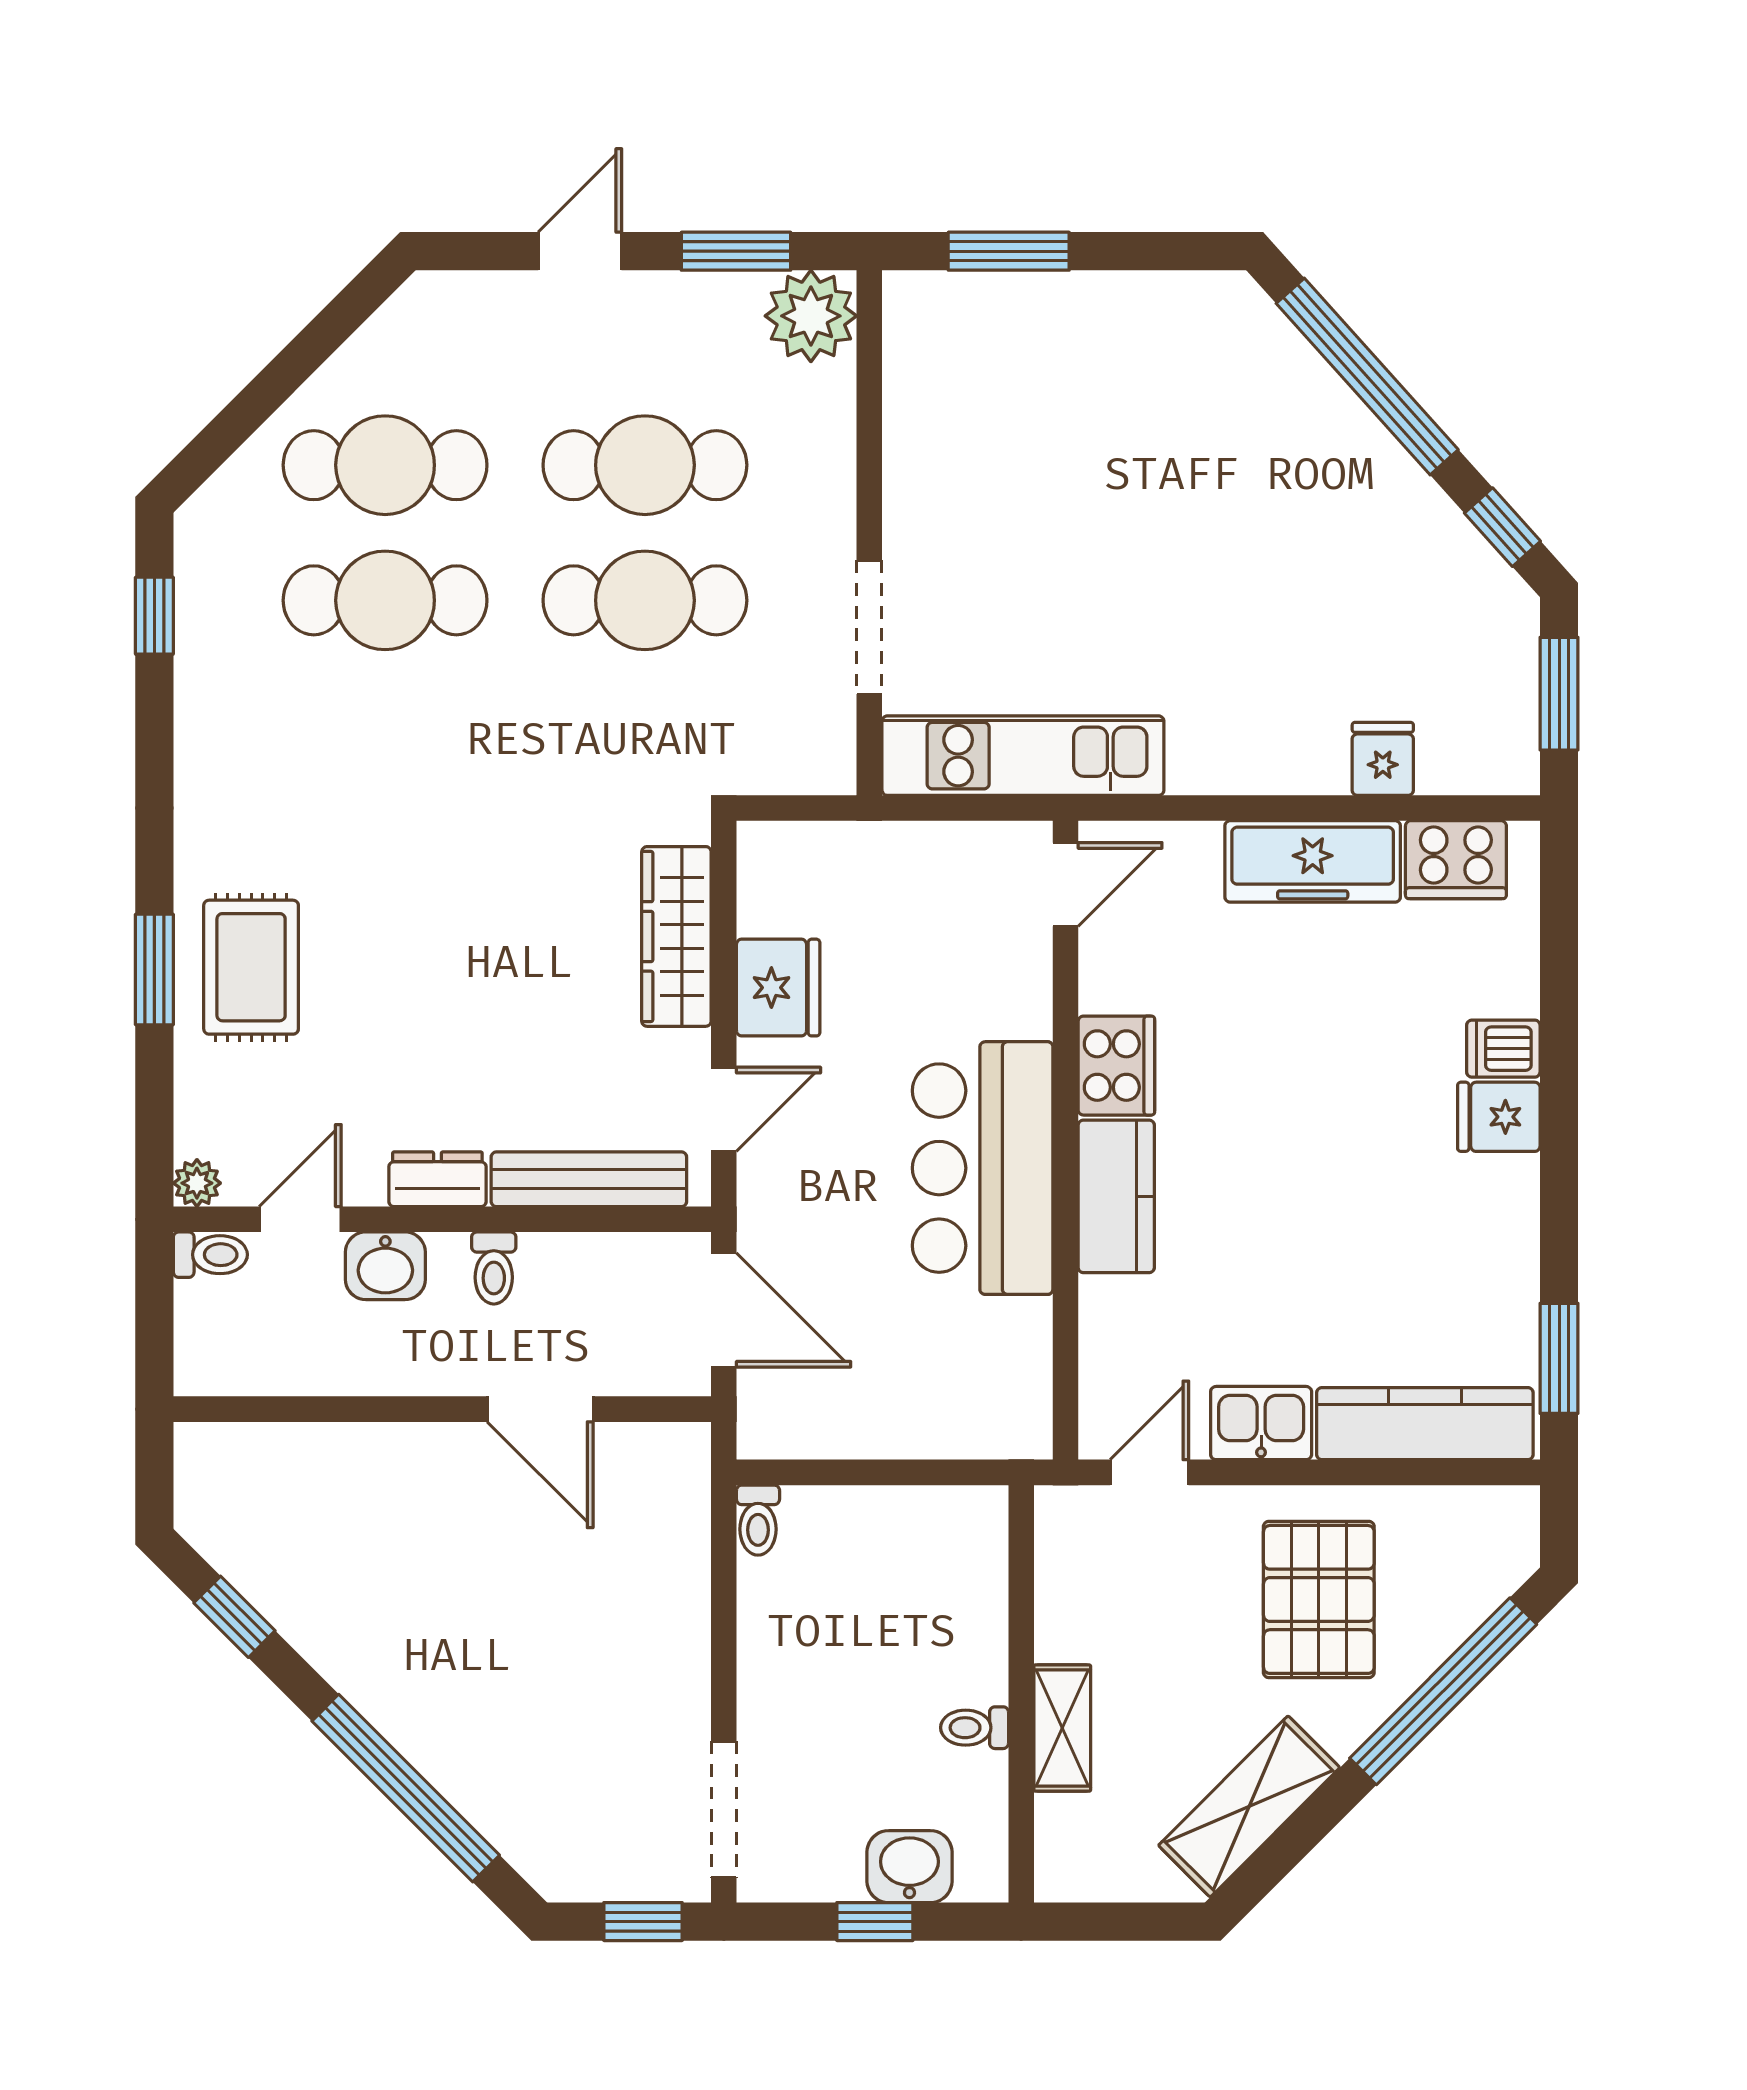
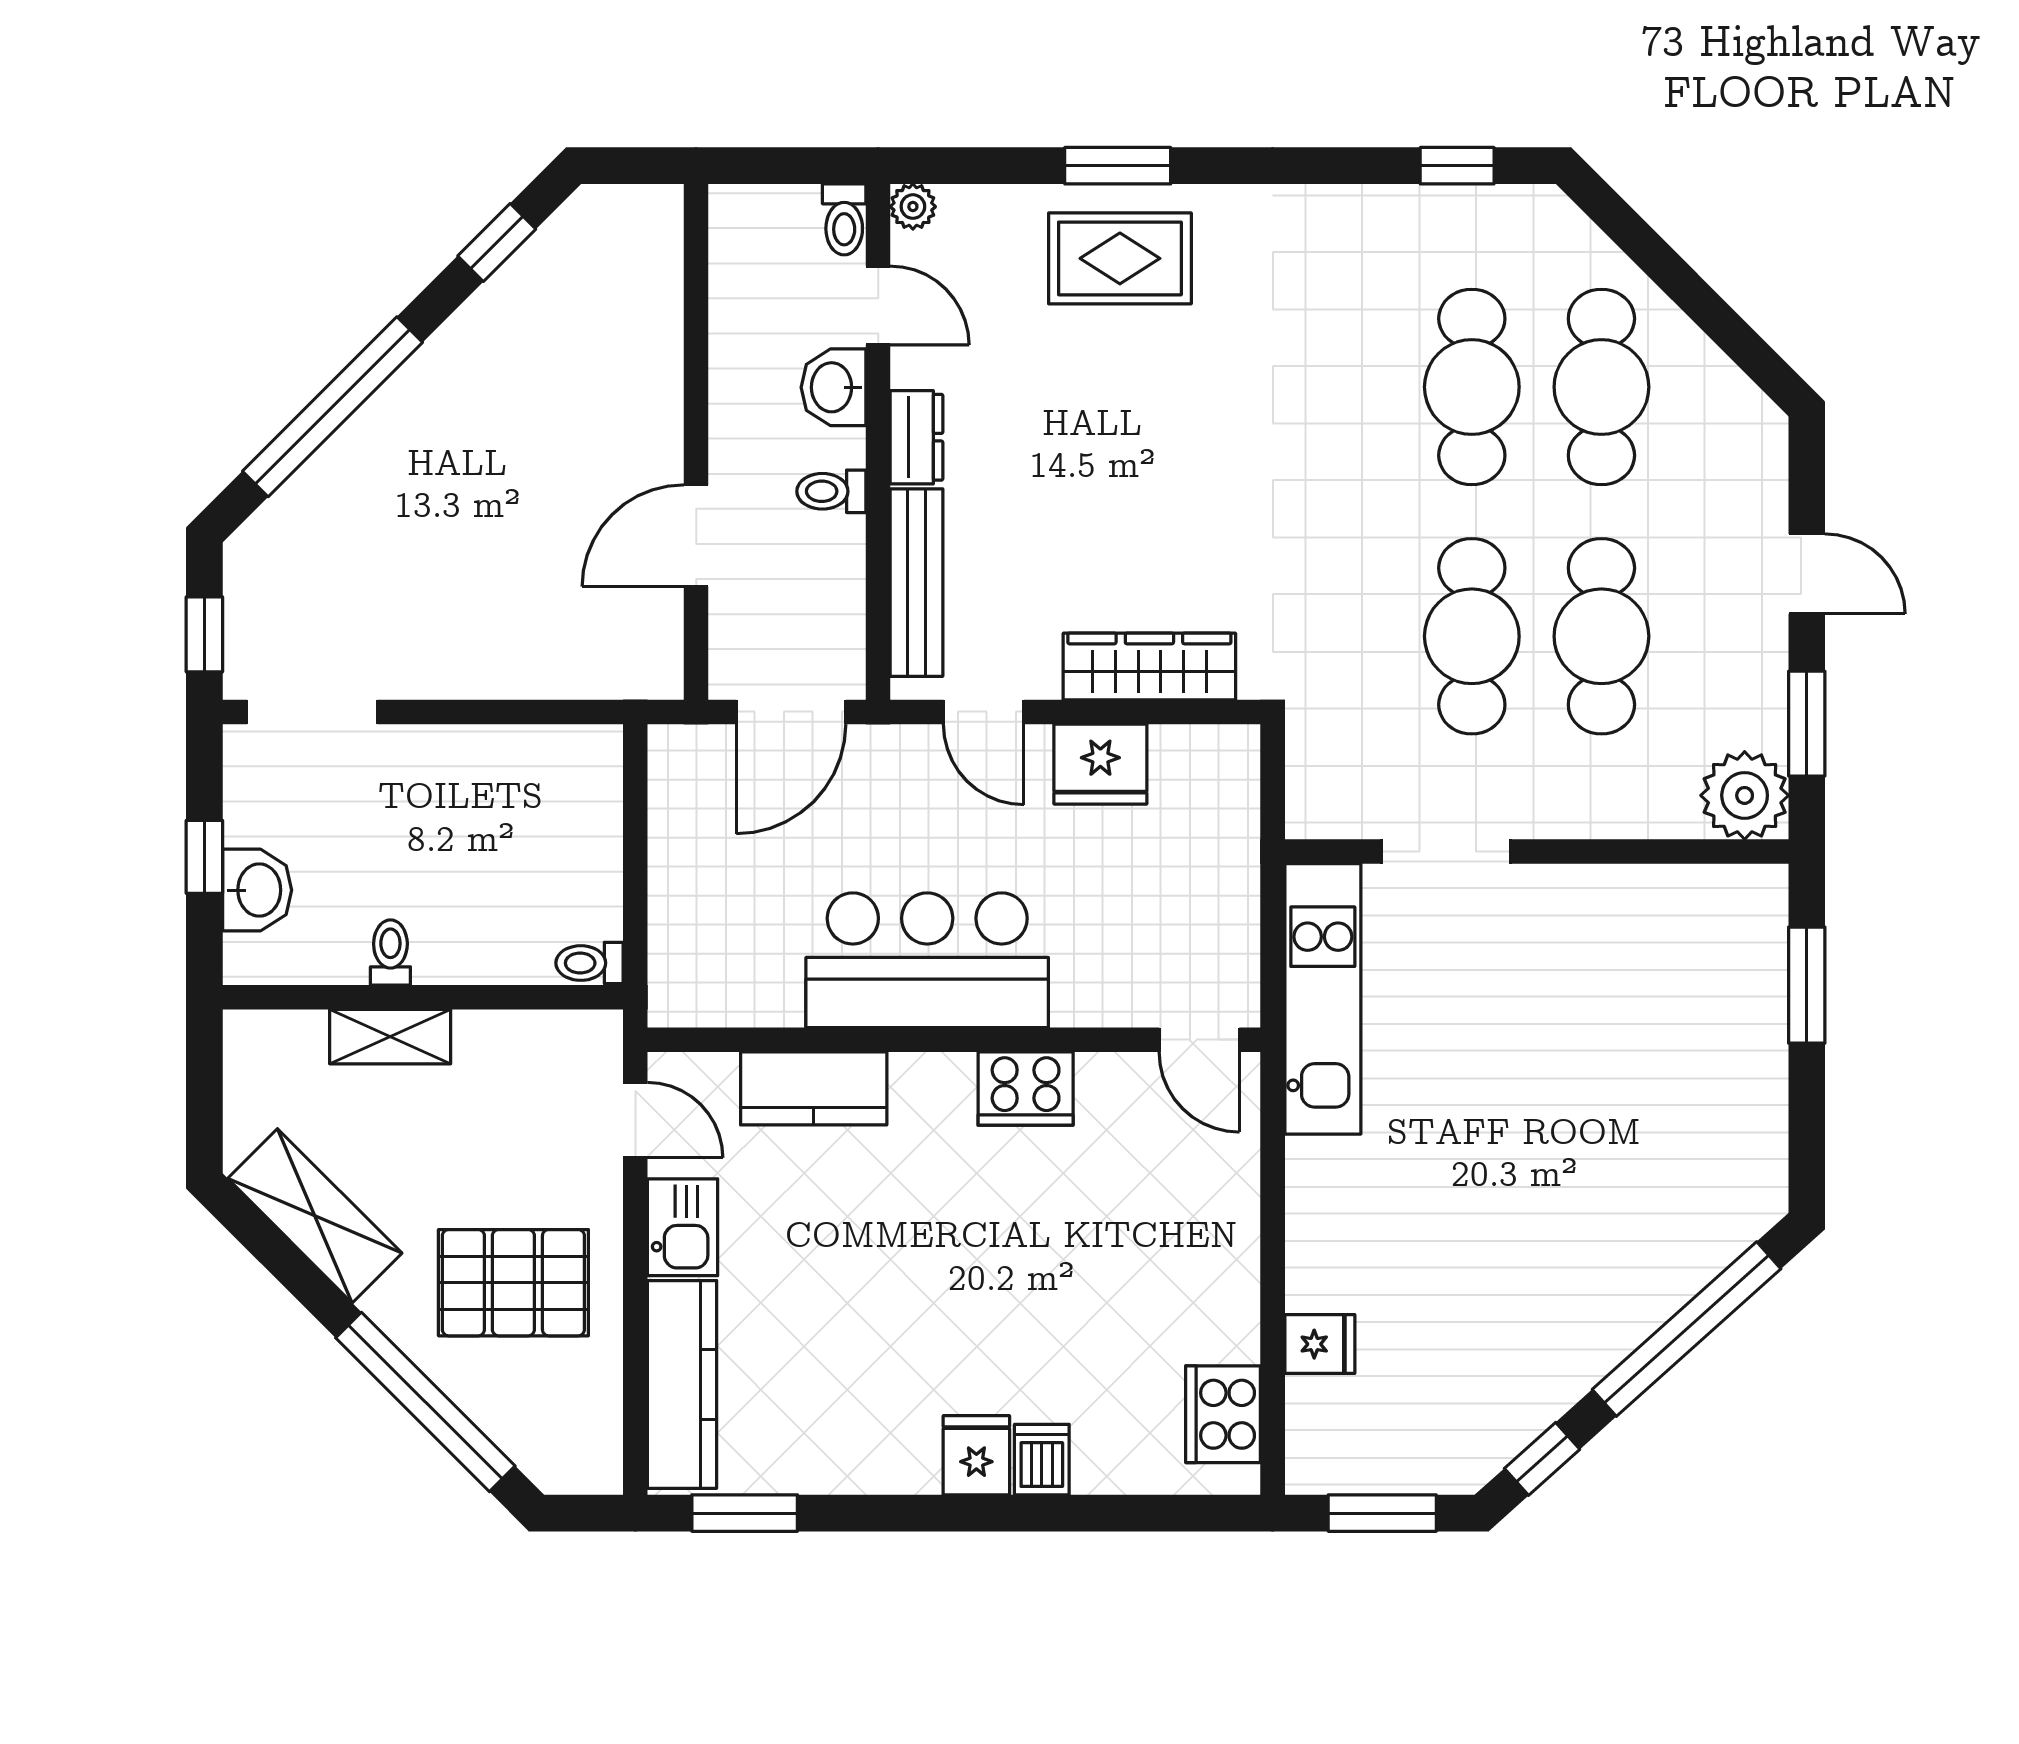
freezer: (1313, 861) -> (1221, 1277), removed
kitchen counter: (1116, 1196) -> (814, 1088), moved
toilet: (758, 1520) -> (590, 963), moved

